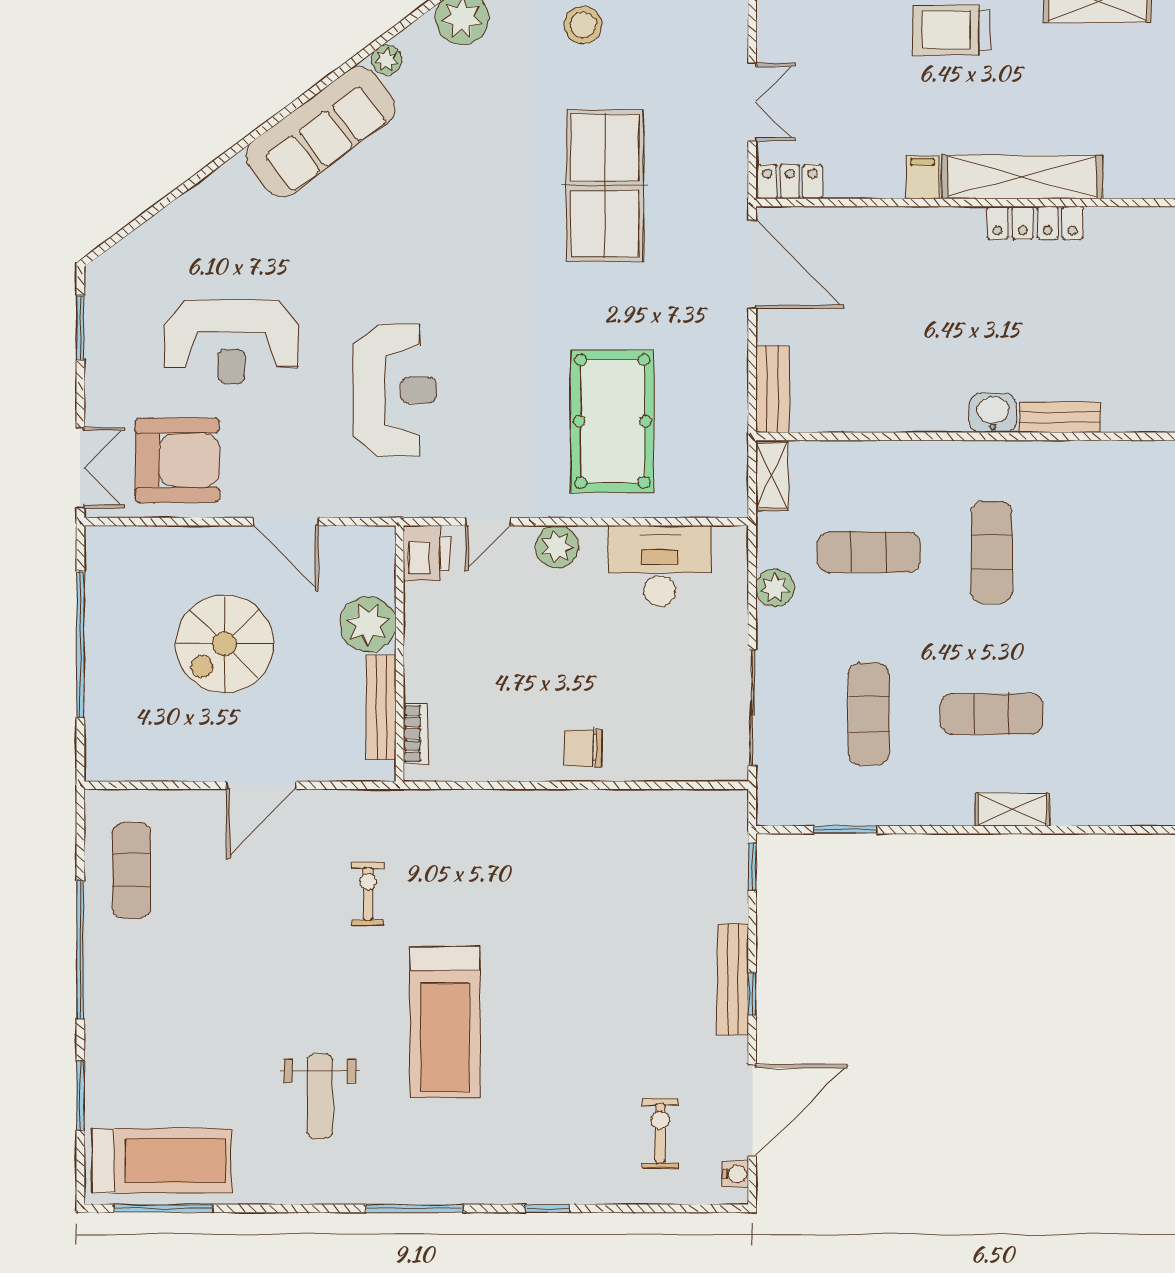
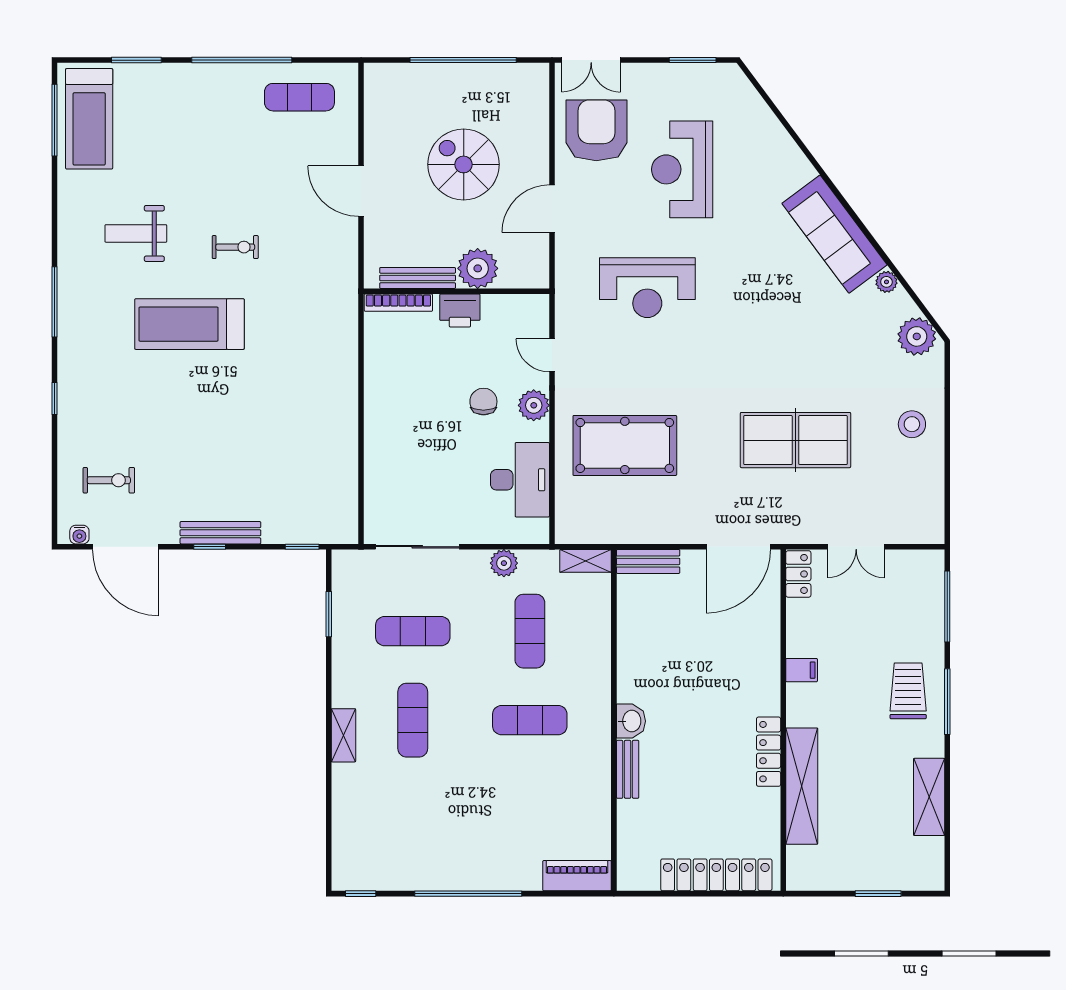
shelving: (1022, 177) -> (802, 786), moved
armchair: (177, 460) -> (596, 130), turned 180
printer: (426, 553) -> (460, 311), moved
bookcase: (415, 734) -> (398, 303), width x1.56
chair: (583, 748) -> (483, 402), moved
exercise bike: (368, 894) -> (235, 247), moved

